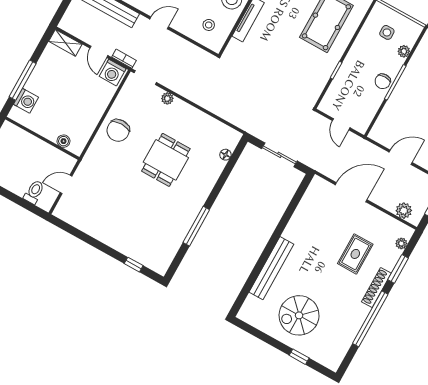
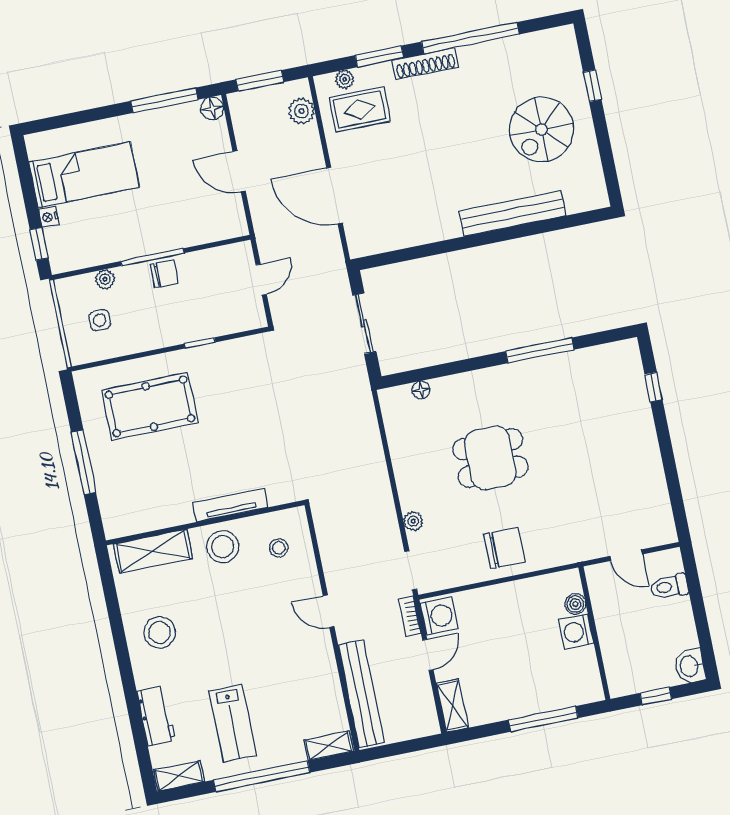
washing machine: (26, 101) -> (576, 632), moved, turned -90
rug: (355, 254) -> (360, 109), moved
spiral stairs: (299, 315) -> (541, 129), turned 90

